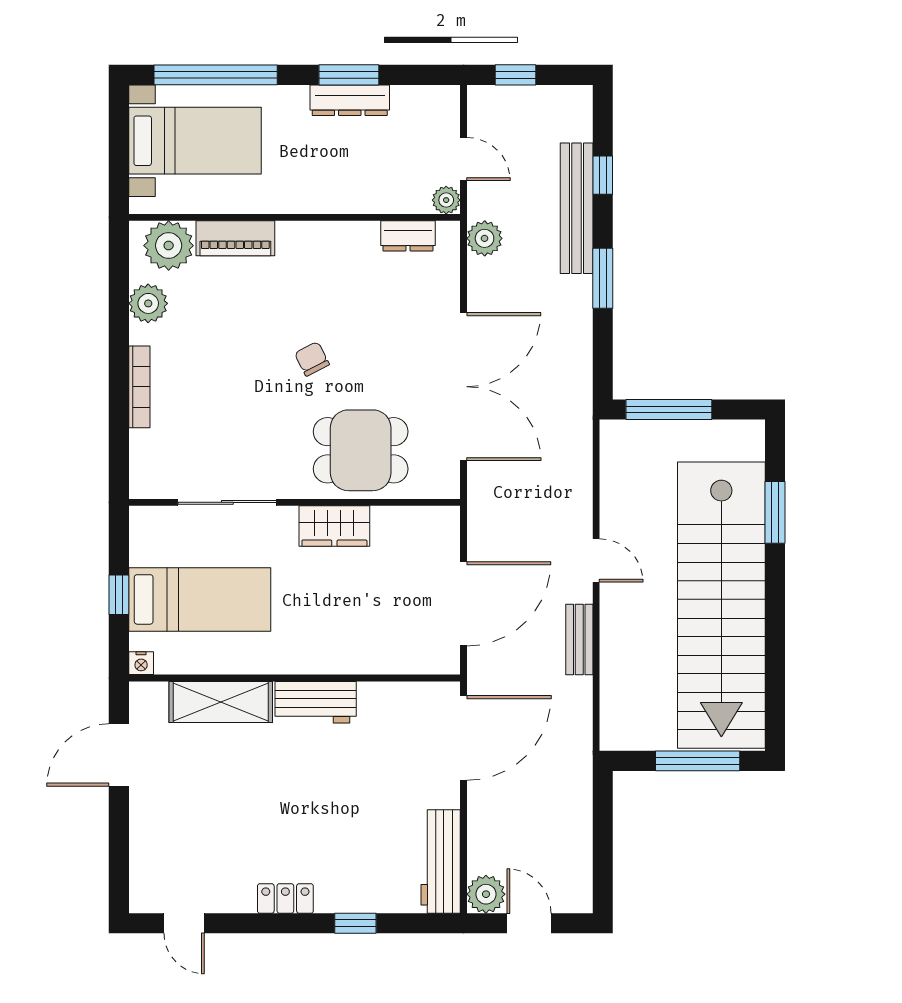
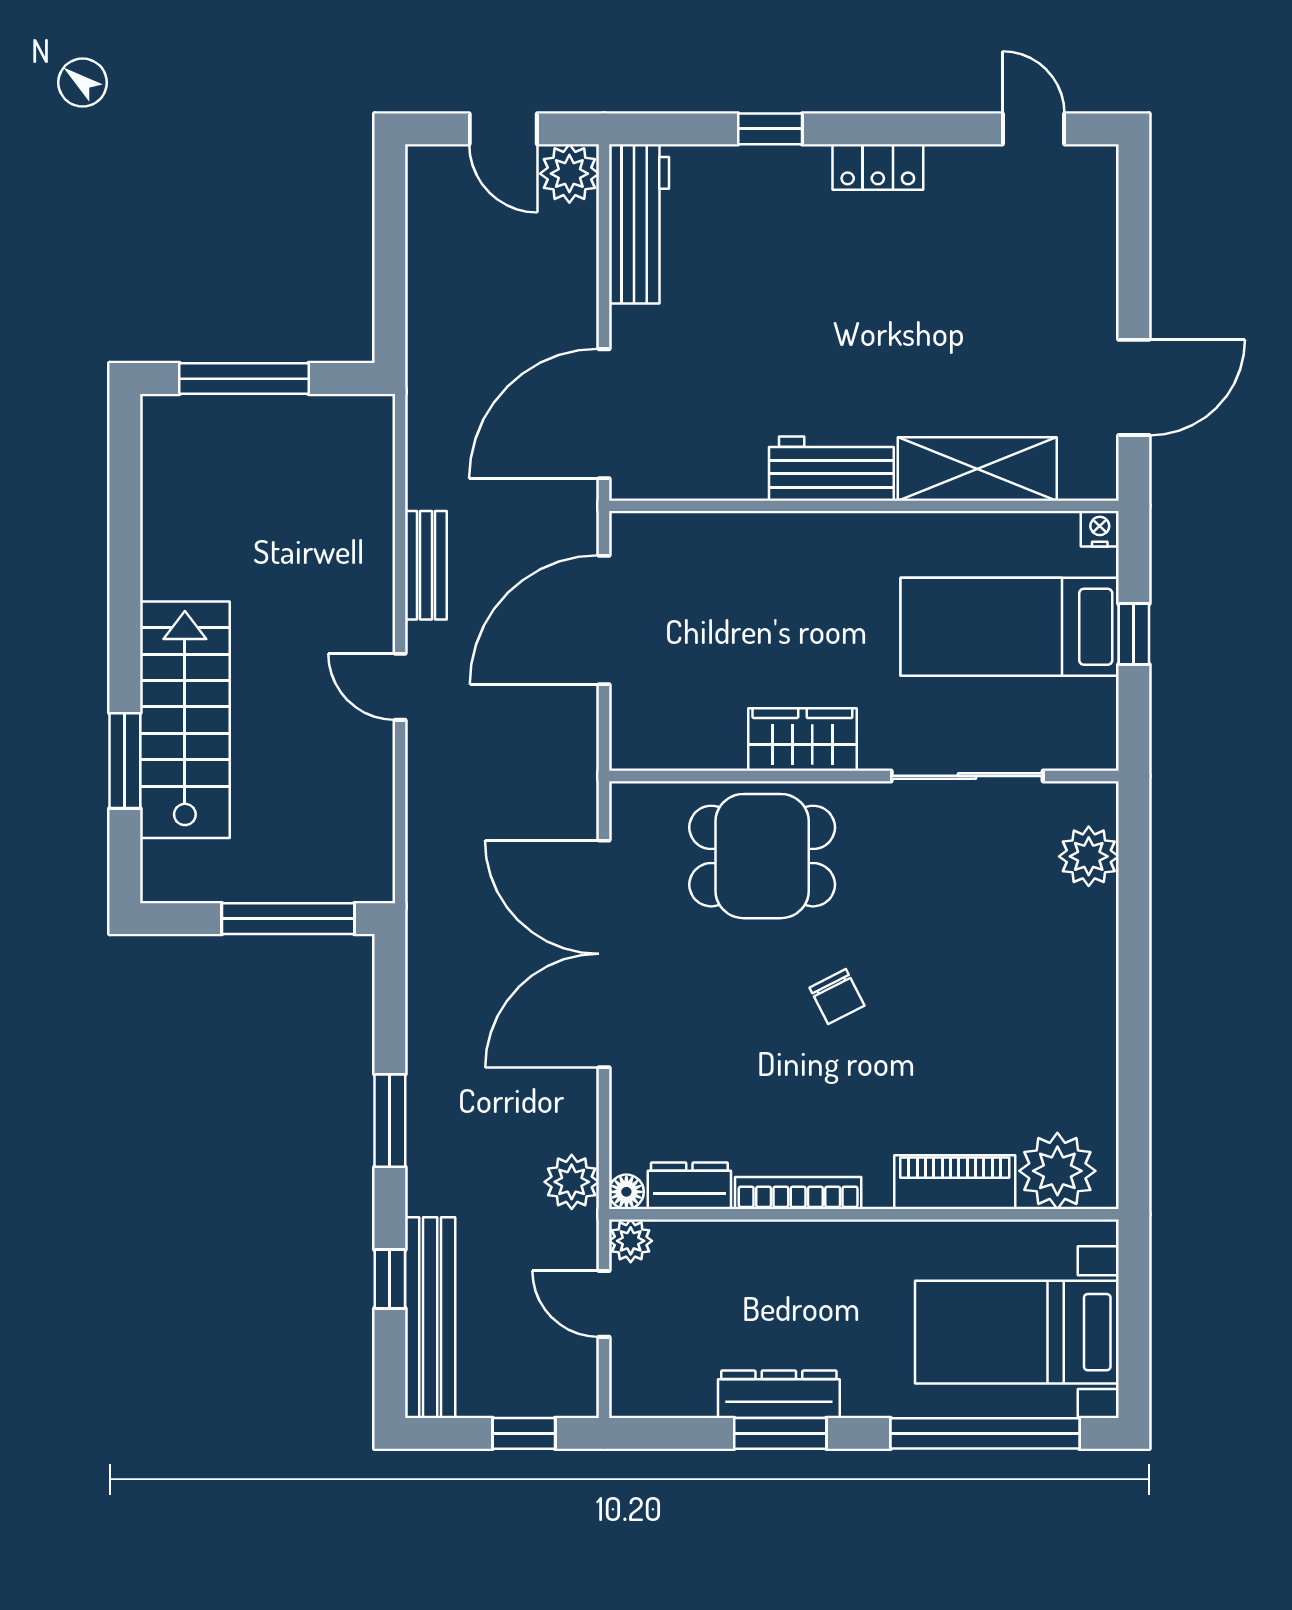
bench: (577, 208) -> (430, 1318), moved
floor lamp: (449, 232) -> (626, 1192), added
plant: (148, 303) -> (1089, 856), moved
bookcase: (139, 387) -> (798, 1193), moved, turned 90
stairs: (721, 605) -> (185, 720), width x0.54, depth x0.66

